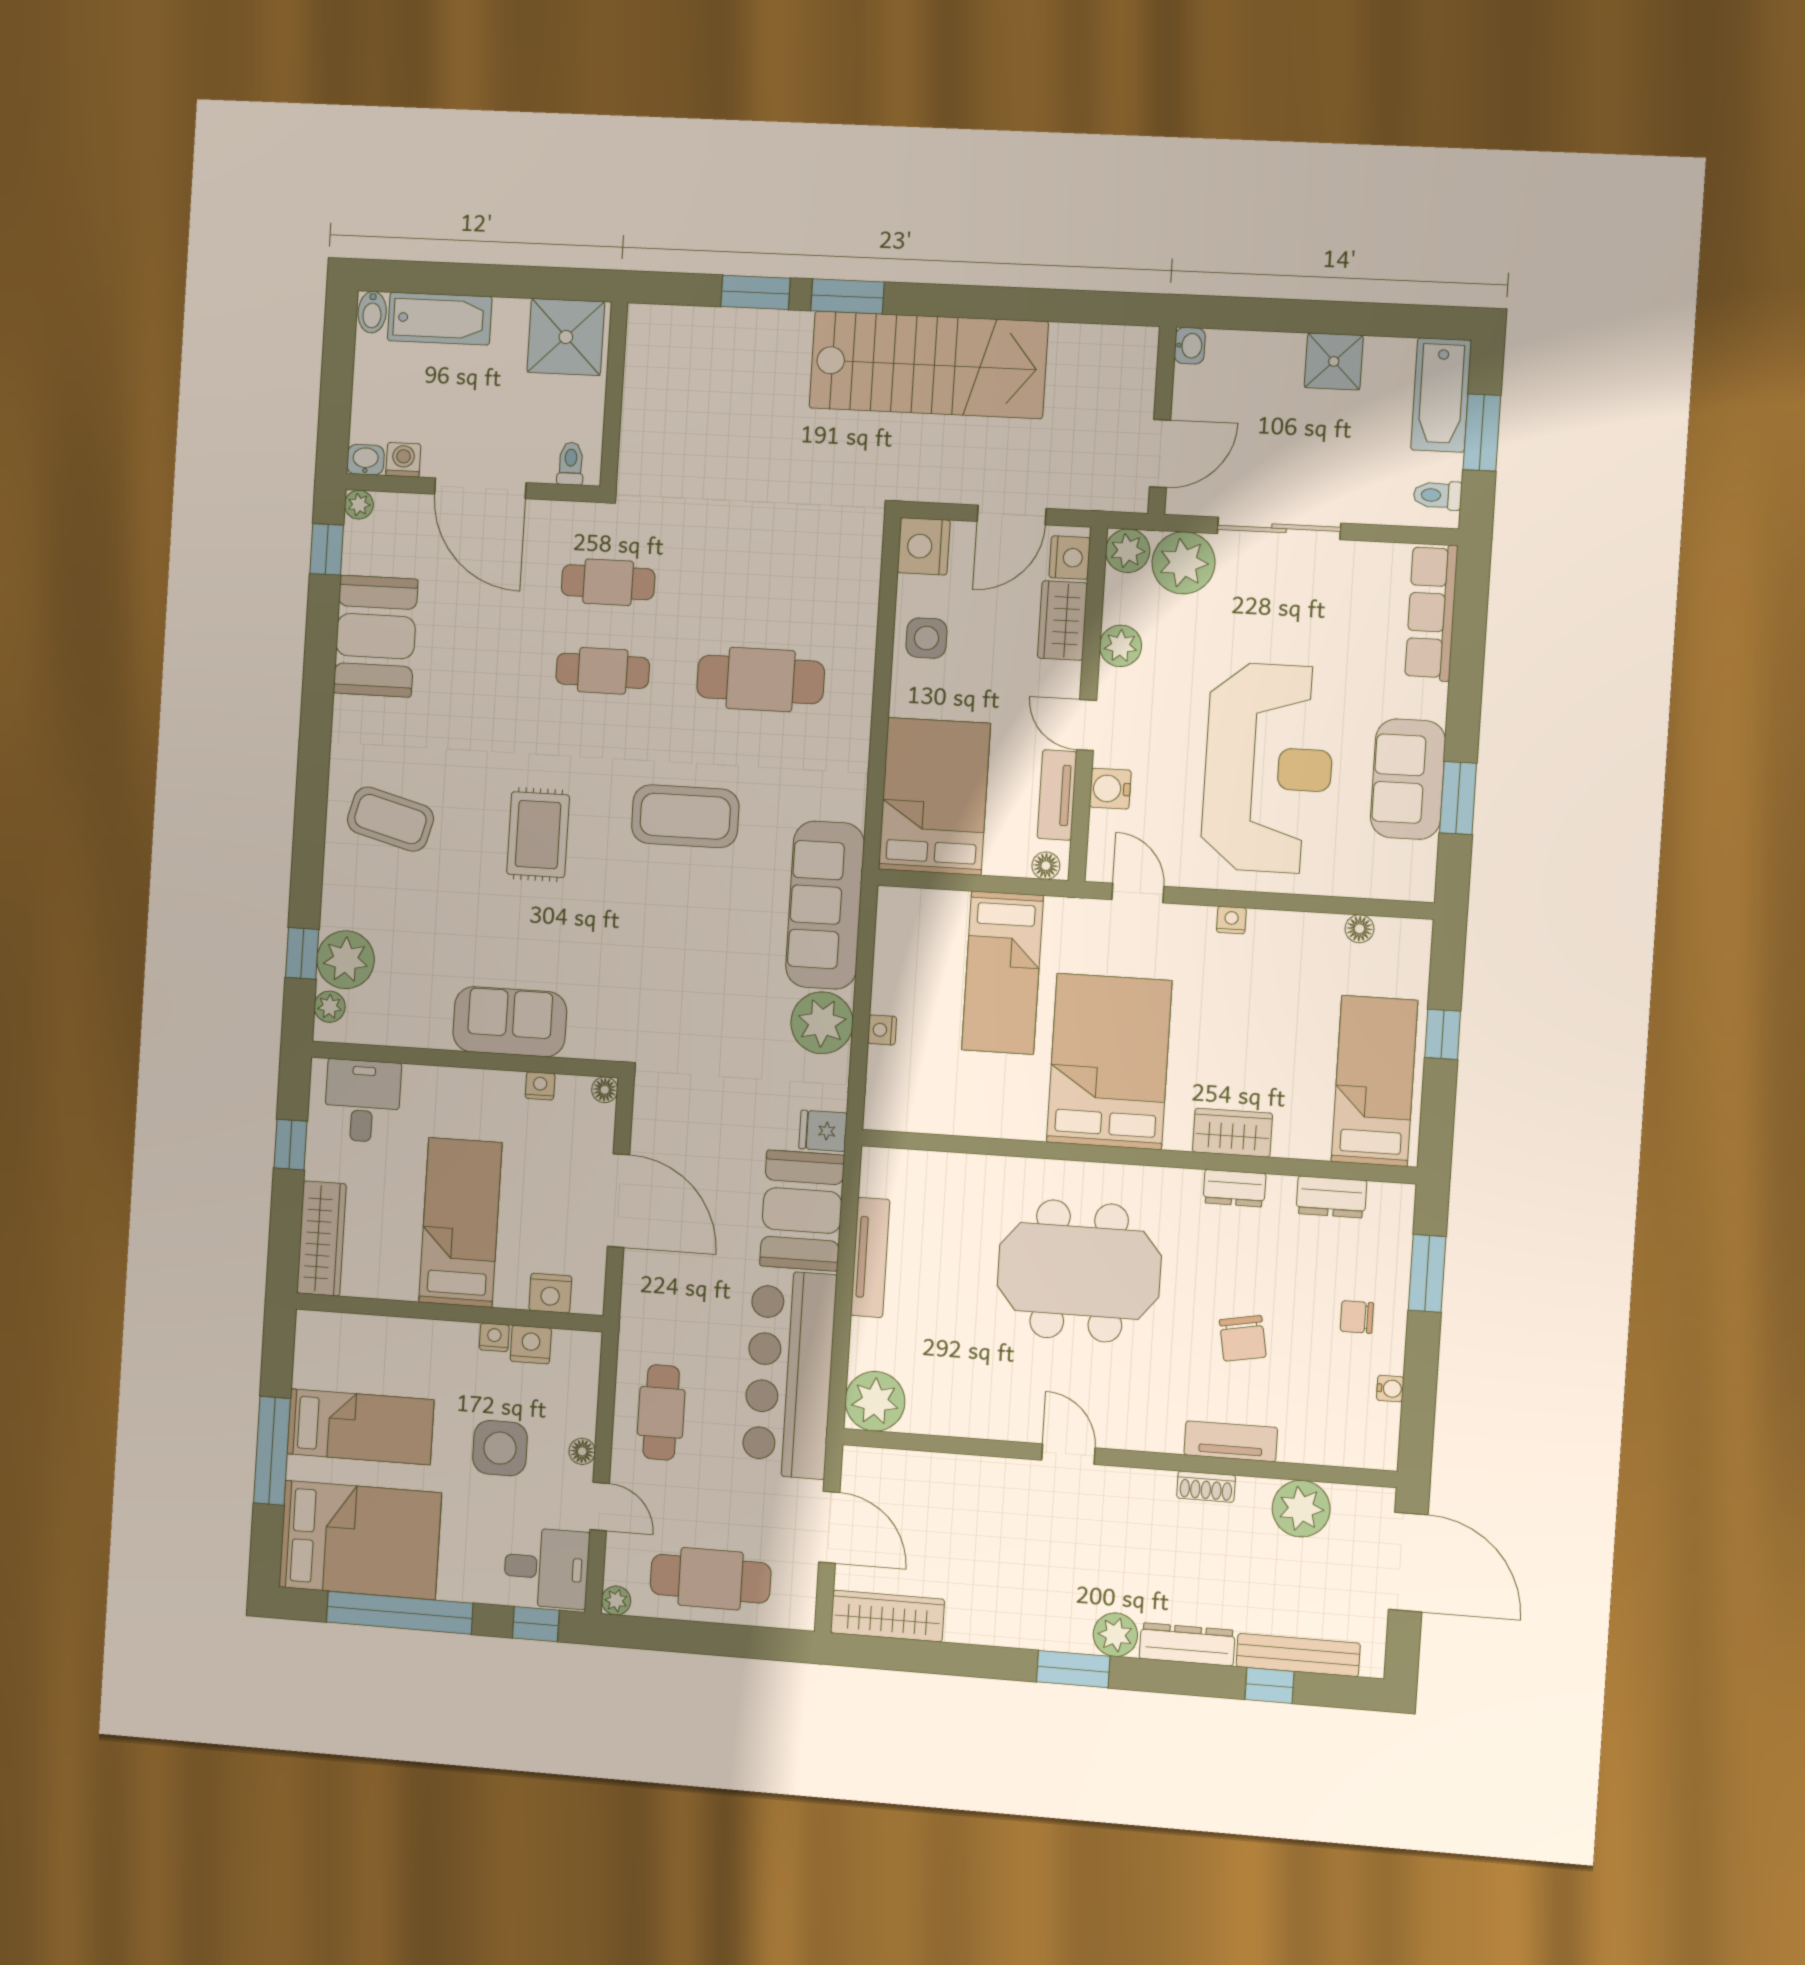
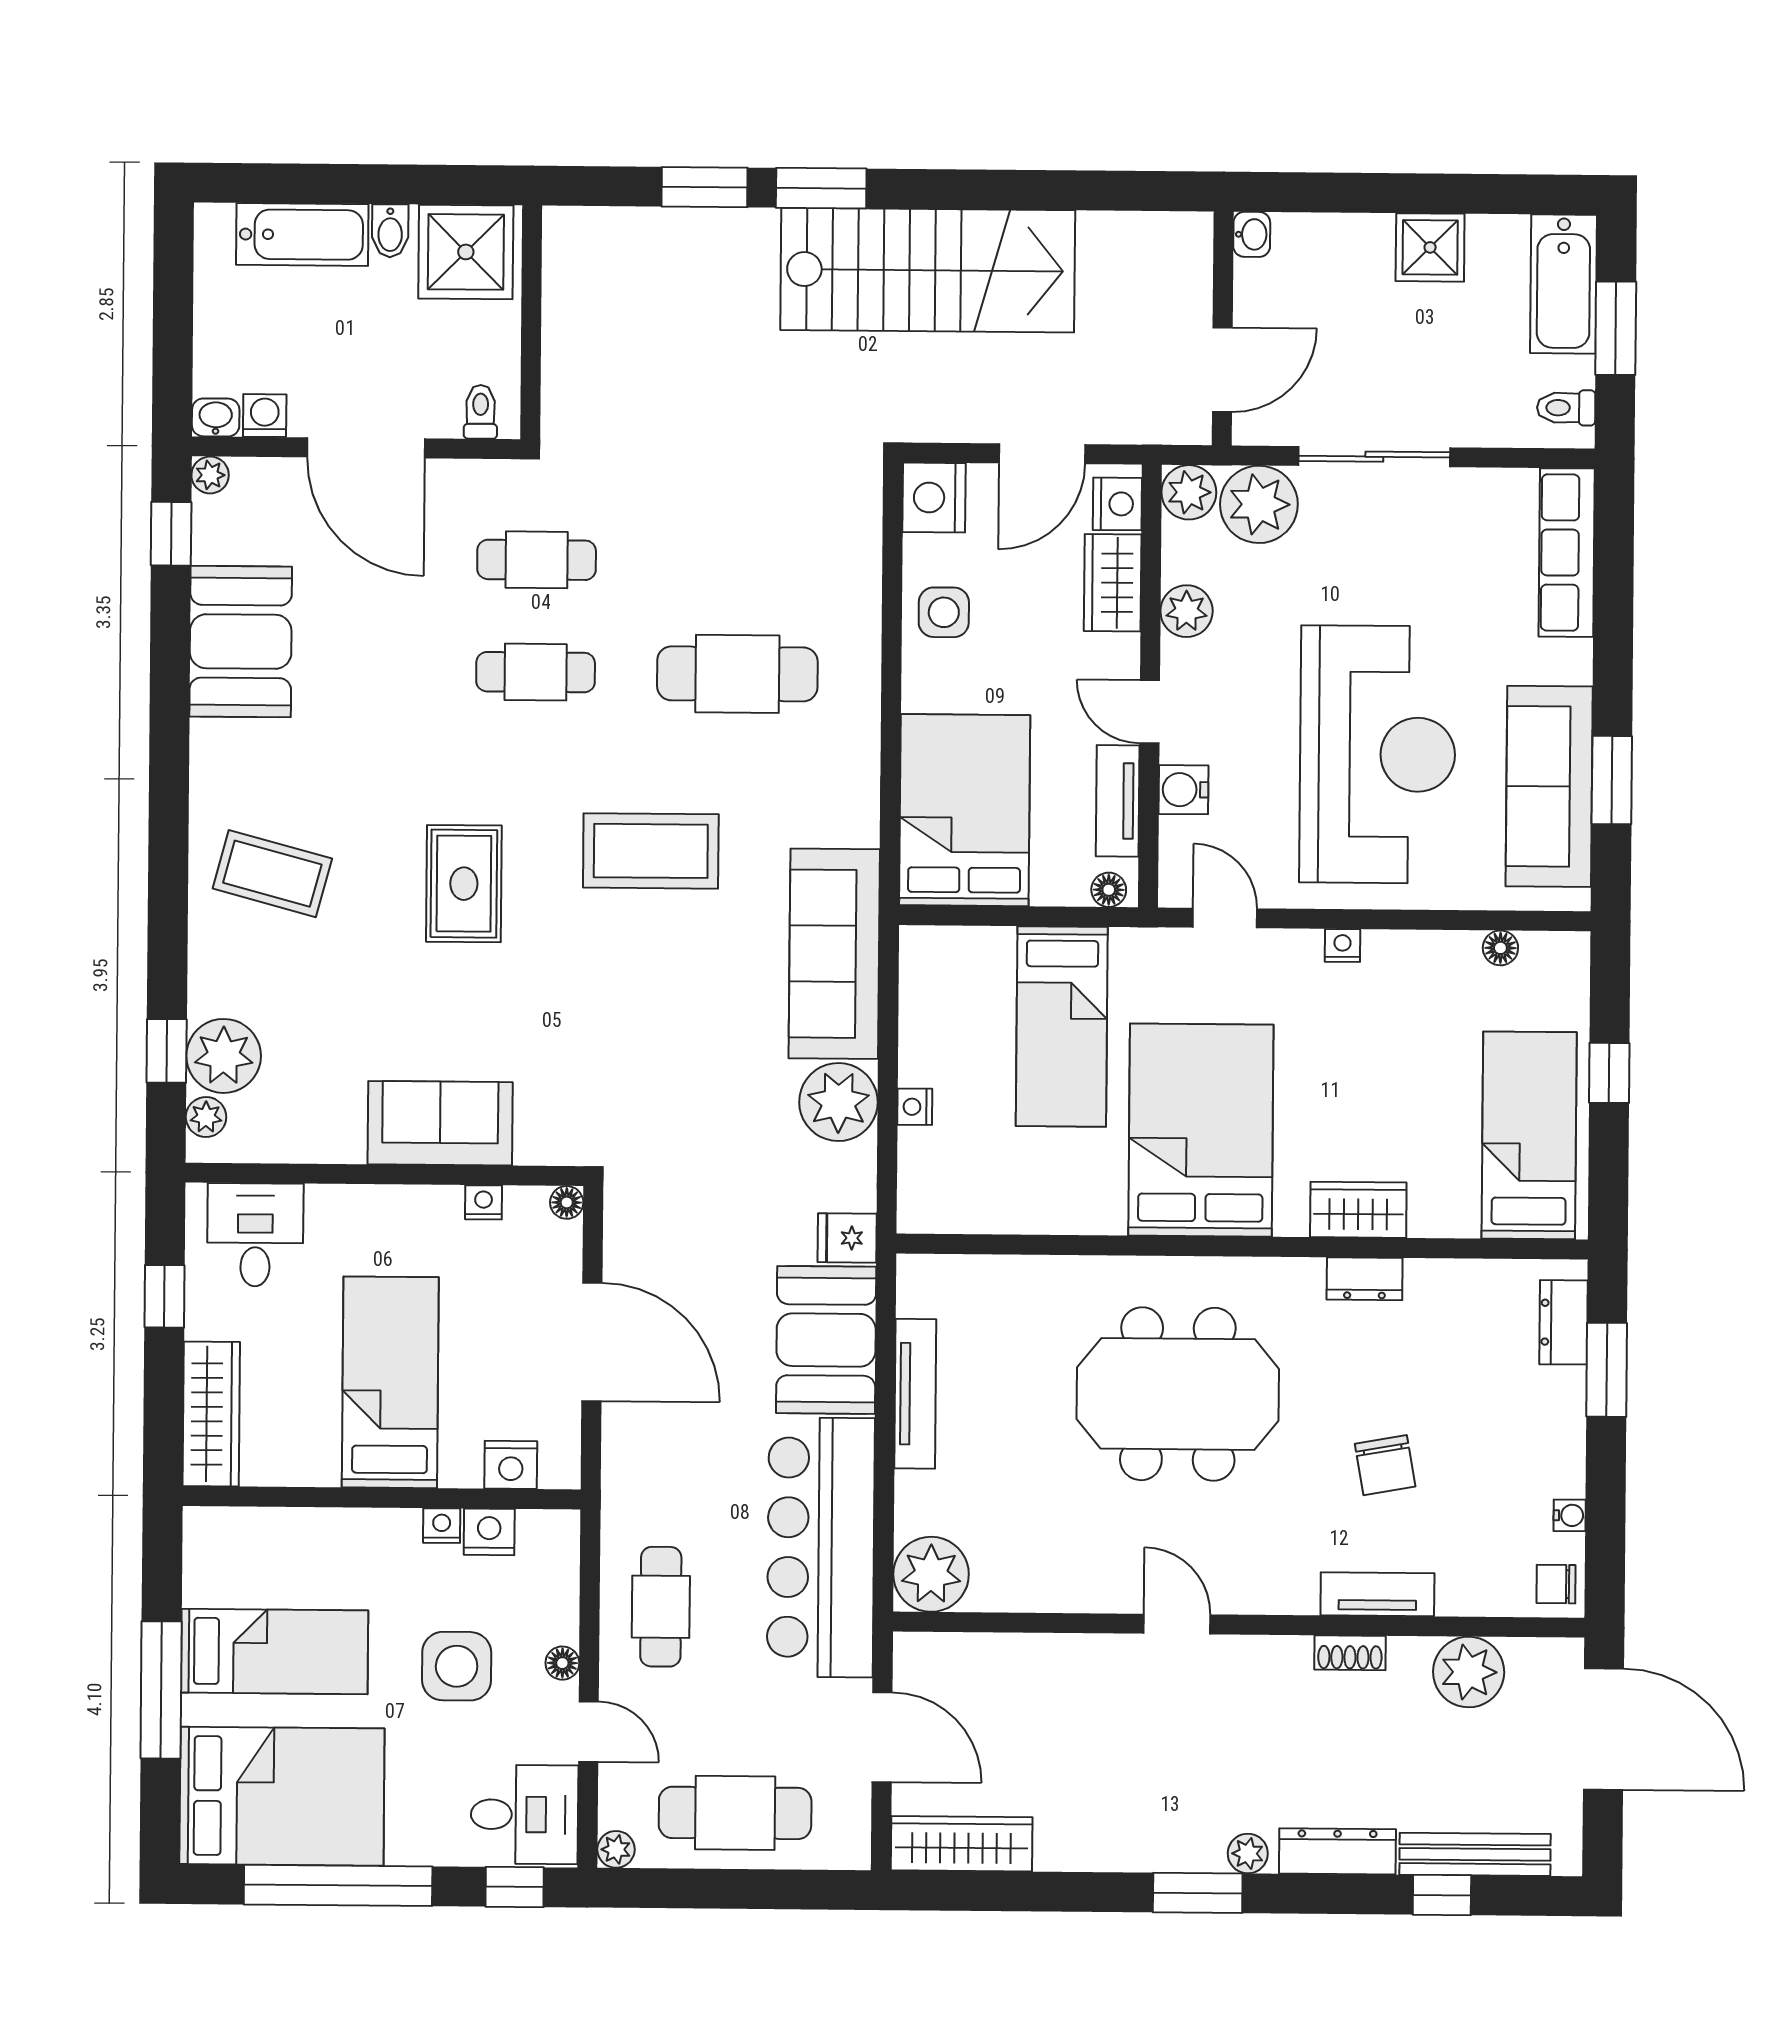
bidet: (372, 312) -> (390, 231), moved
sofa: (1408, 779) -> (1549, 786), width x1.36
dresser: (1331, 1197) -> (1563, 1322), moved, turned 90
chair: (1357, 1317) -> (1556, 1584), moved
plant: (1115, 1635) -> (1248, 1854), width x0.73, depth x0.73

